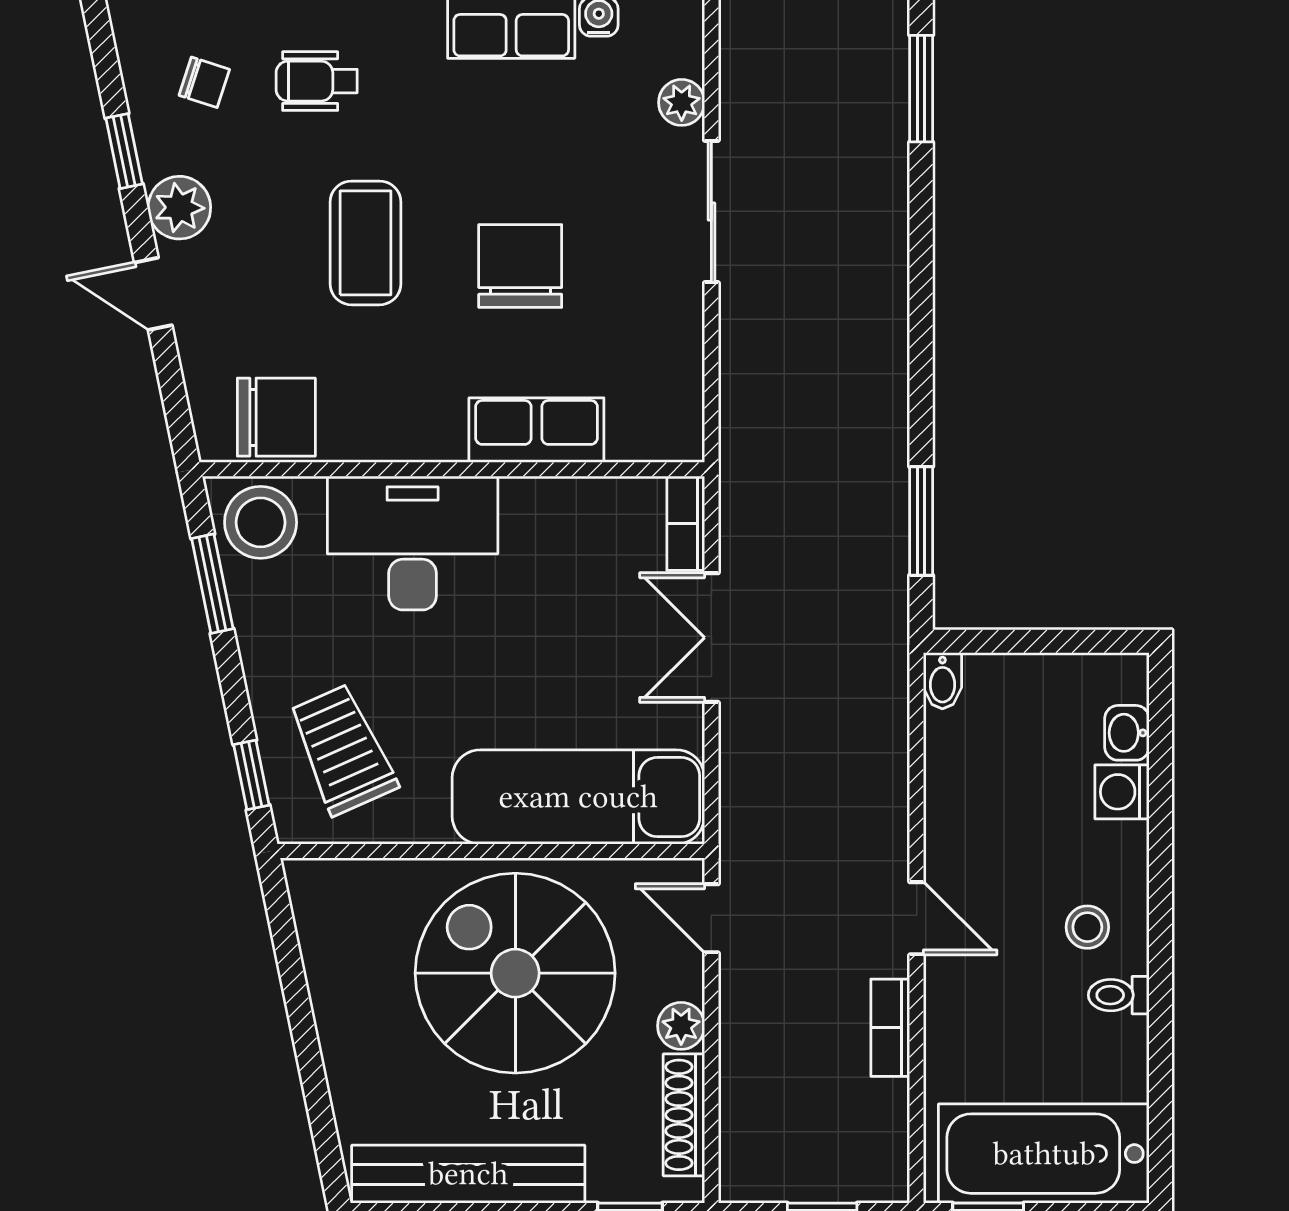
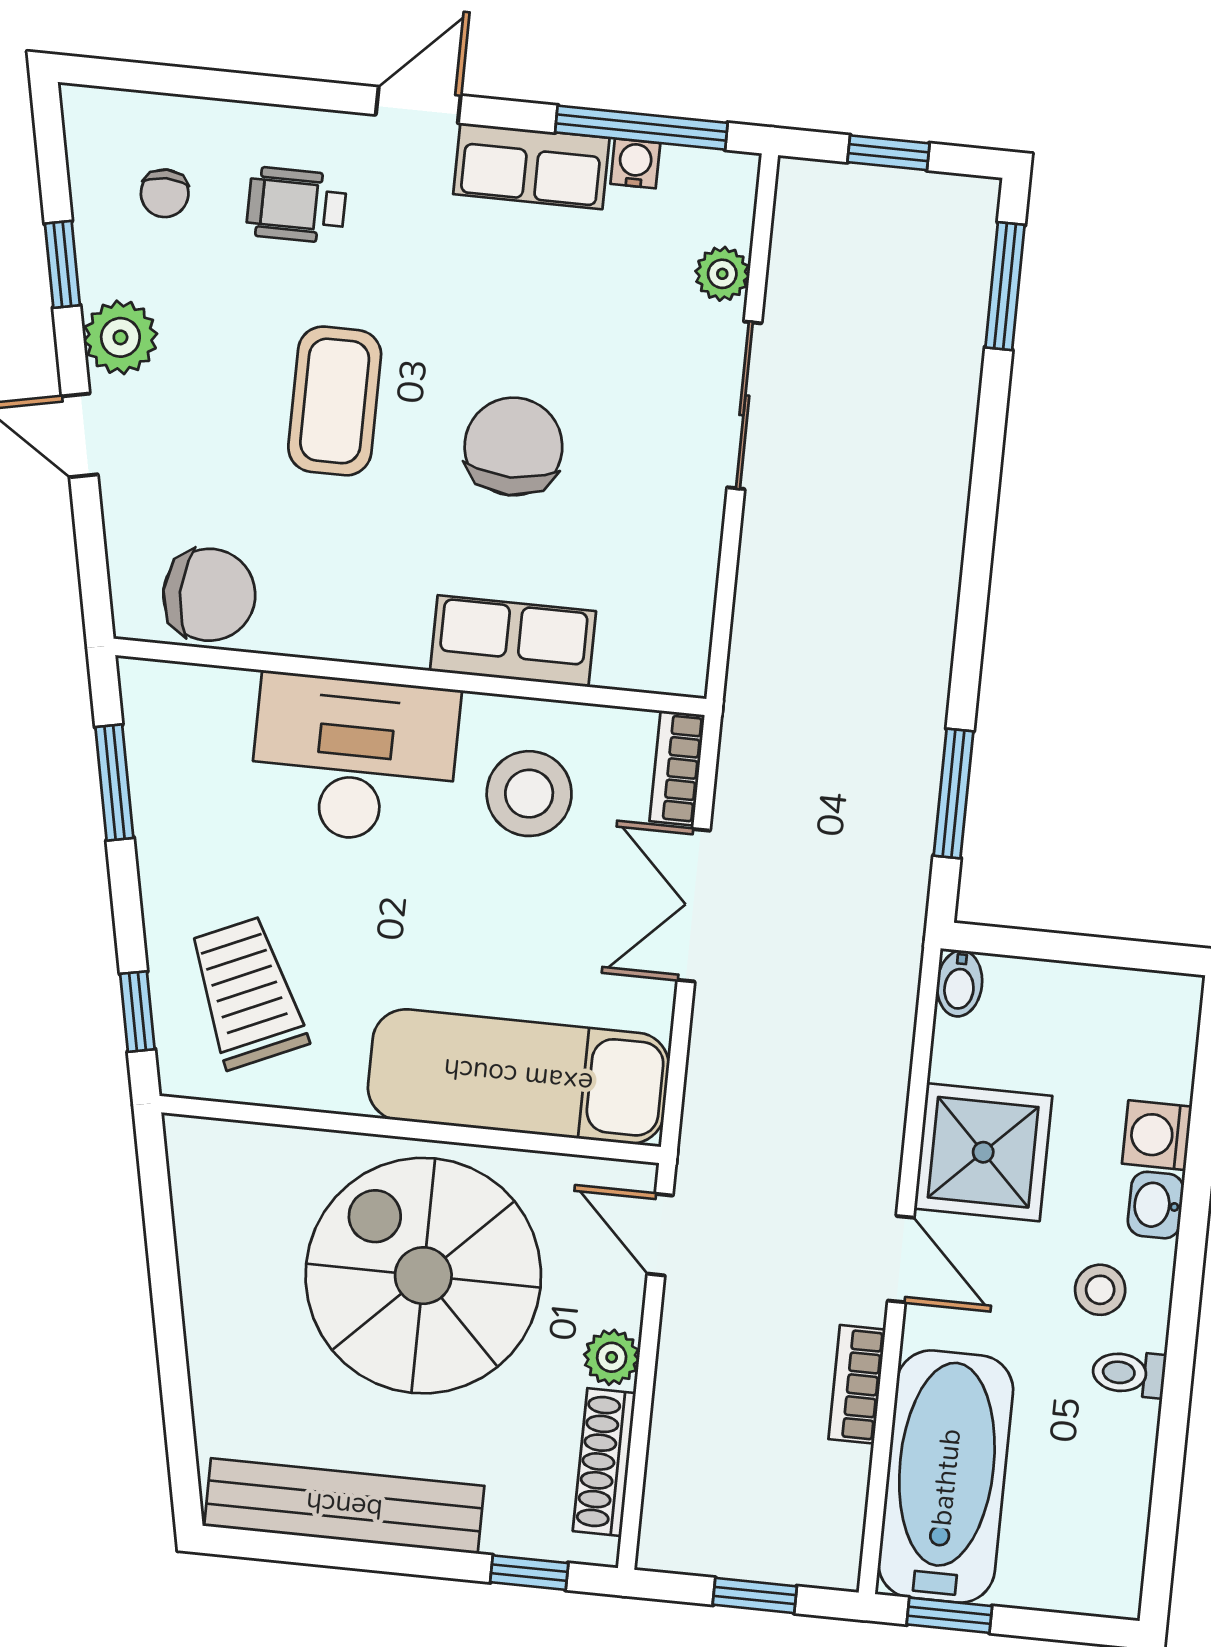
chair: (204, 82) -> (165, 193), turned 72
stool: (261, 522) -> (529, 794), moved
washbasin: (1127, 733) -> (1156, 1205), moved
shower: (977, 821) -> (983, 1152), added
bathtub: (1044, 1154) -> (946, 1477), moved, turned 90

